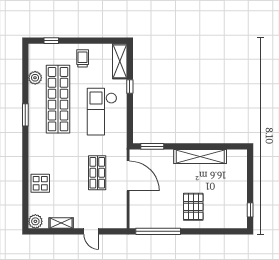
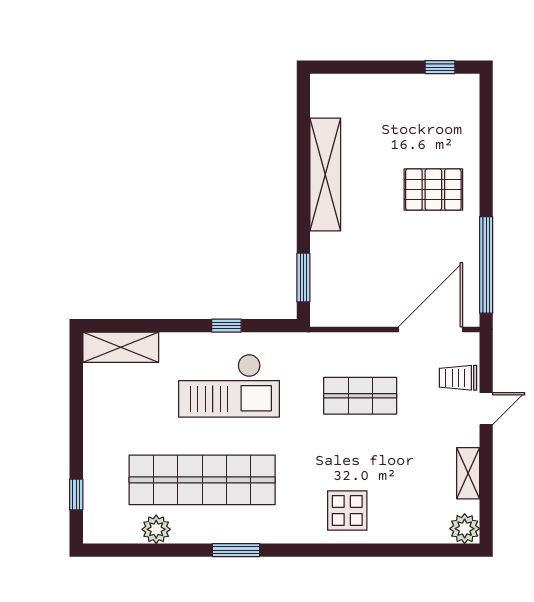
trolley: (83, 58) -> (458, 378), moved
window: (130, 87) -> (226, 326), moved
door: (128, 176) -> (430, 329), moved
display table: (40, 183) -> (347, 510), moved

